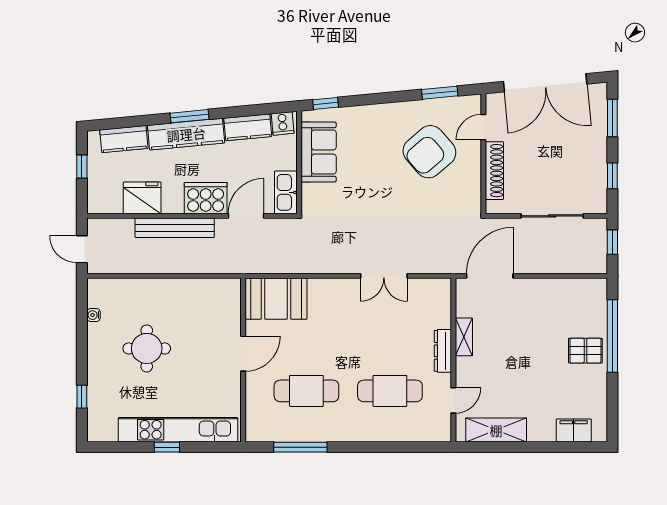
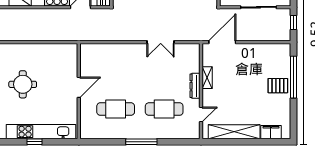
bench: (175, 228) -> (39, 14), removed
booth: (276, 299) -> (98, 55), removed
shelving: (496, 430) -> (234, 132), width x1.47
window: (300, 447) -> (141, 142), moved

